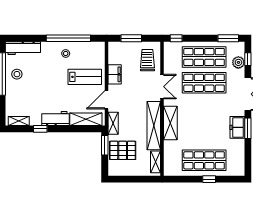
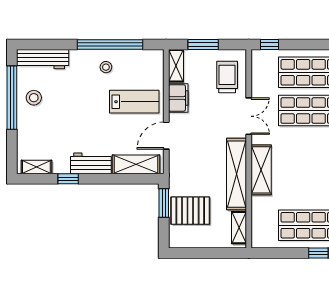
shelving: (113, 123) -> (176, 66), moved

